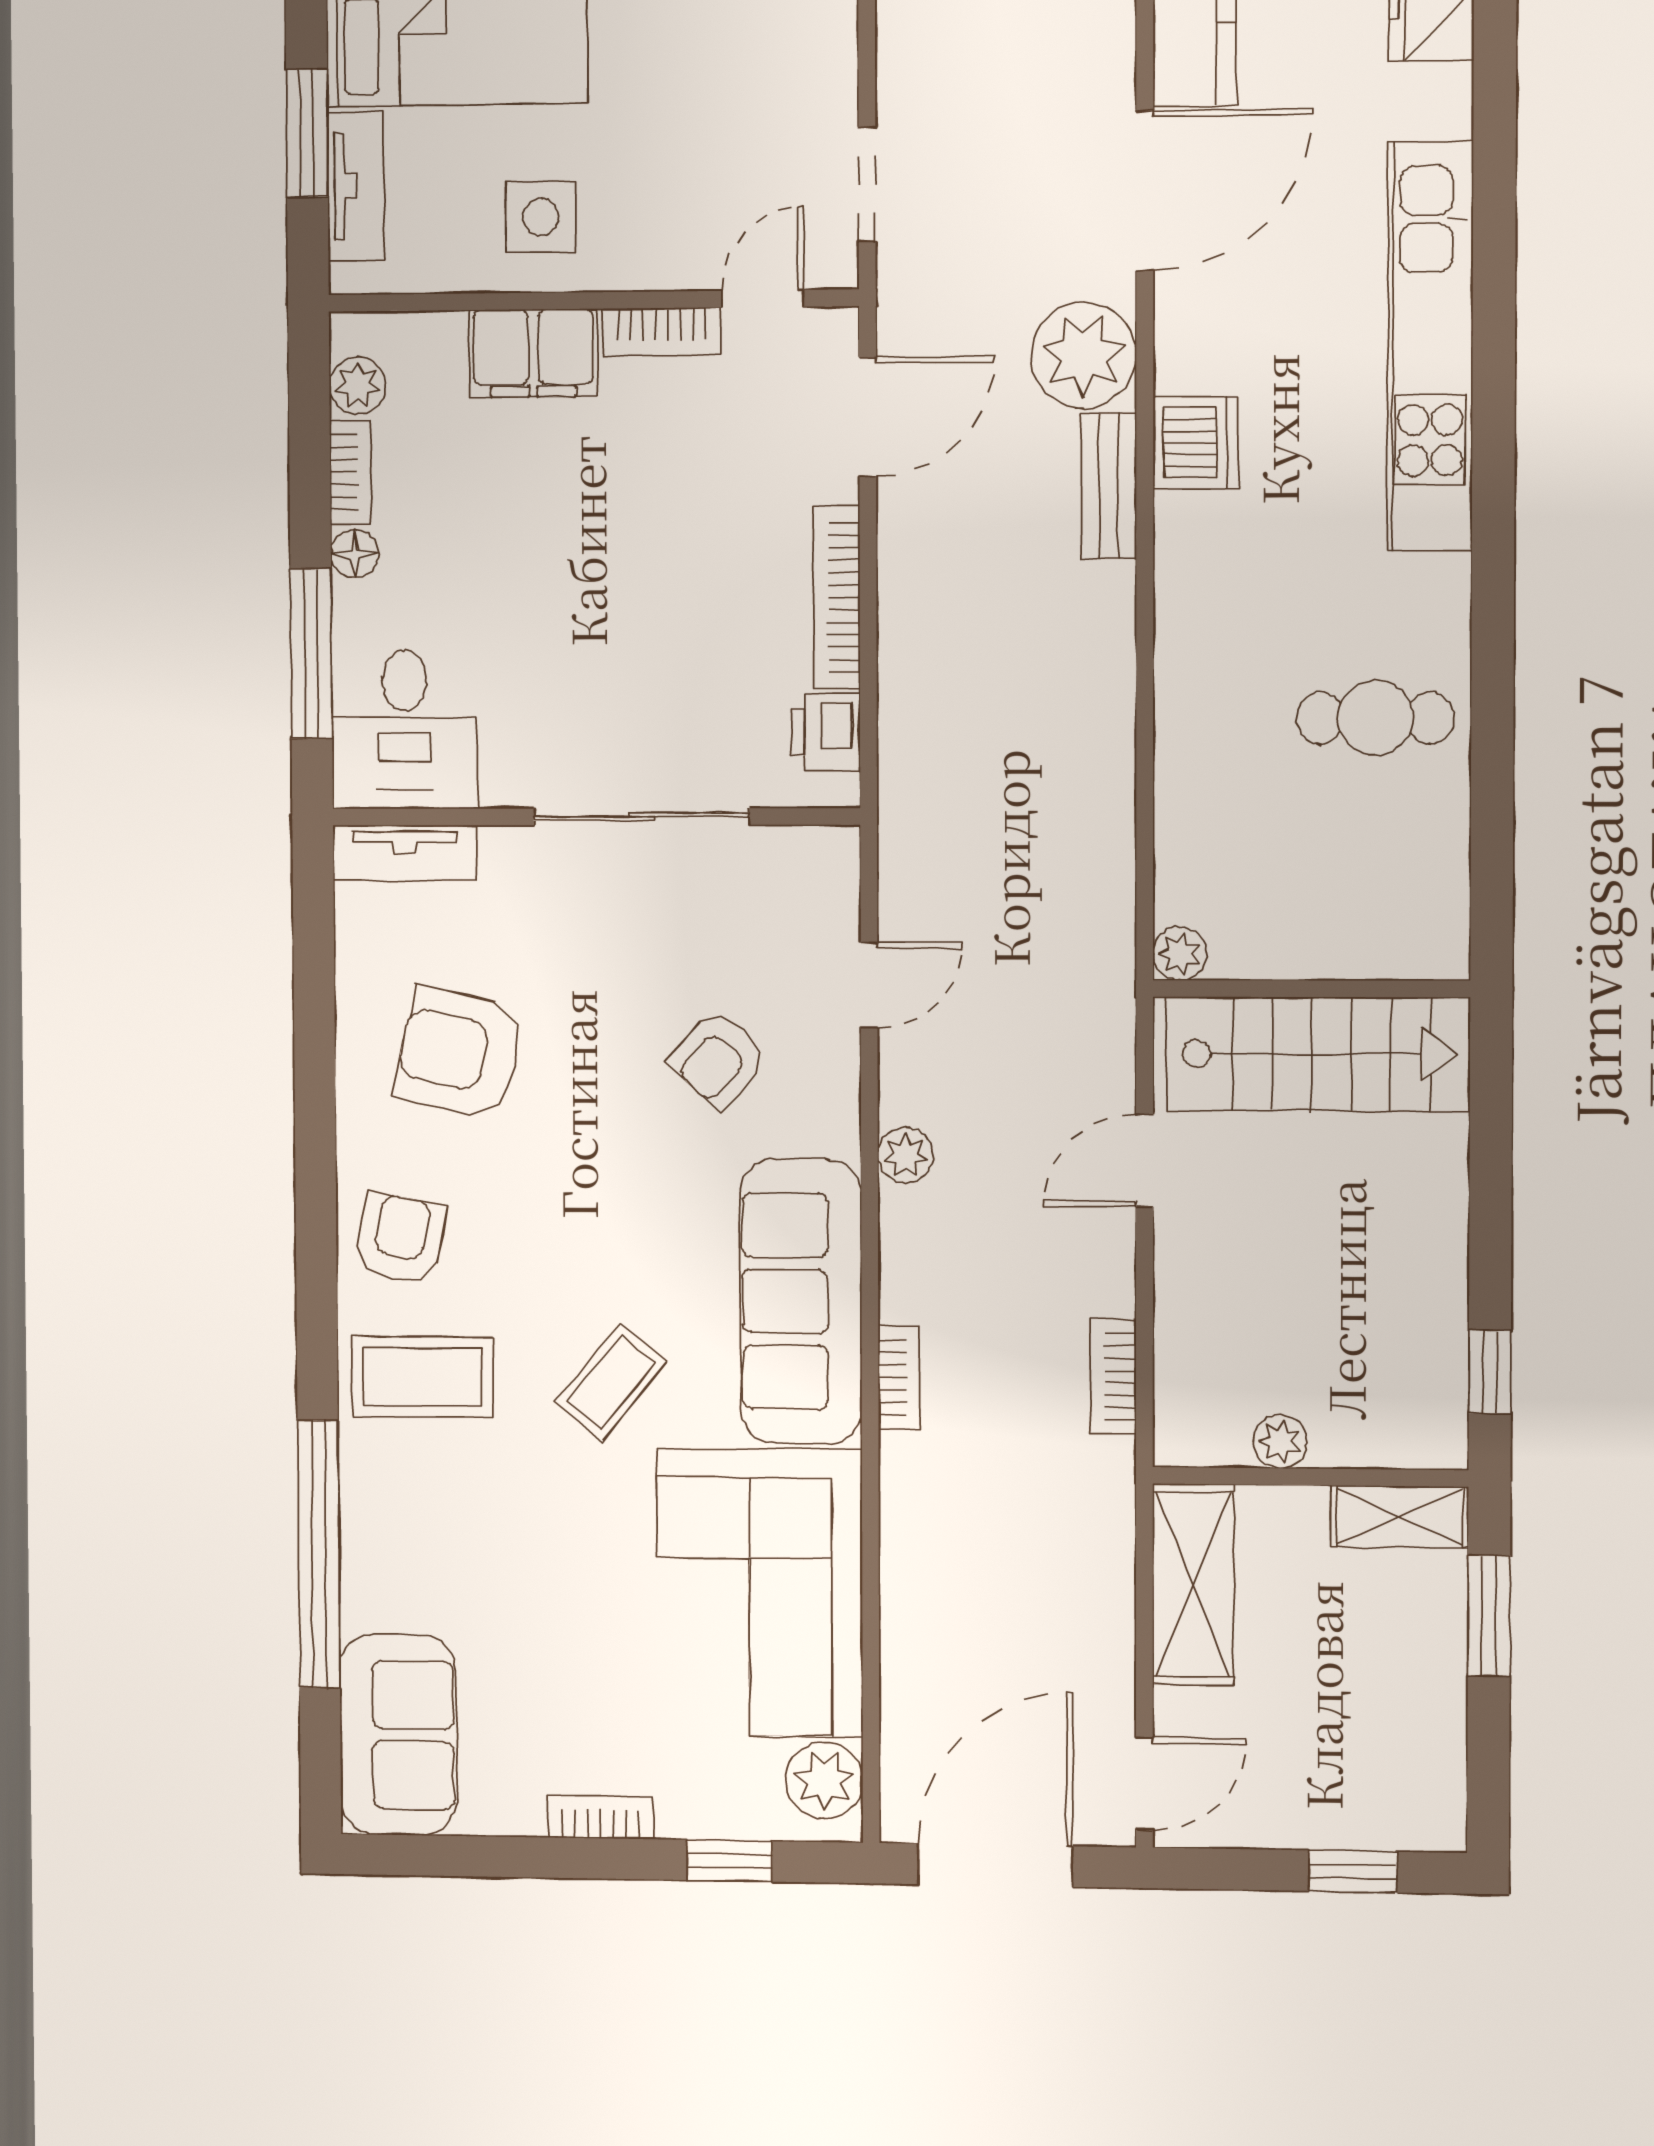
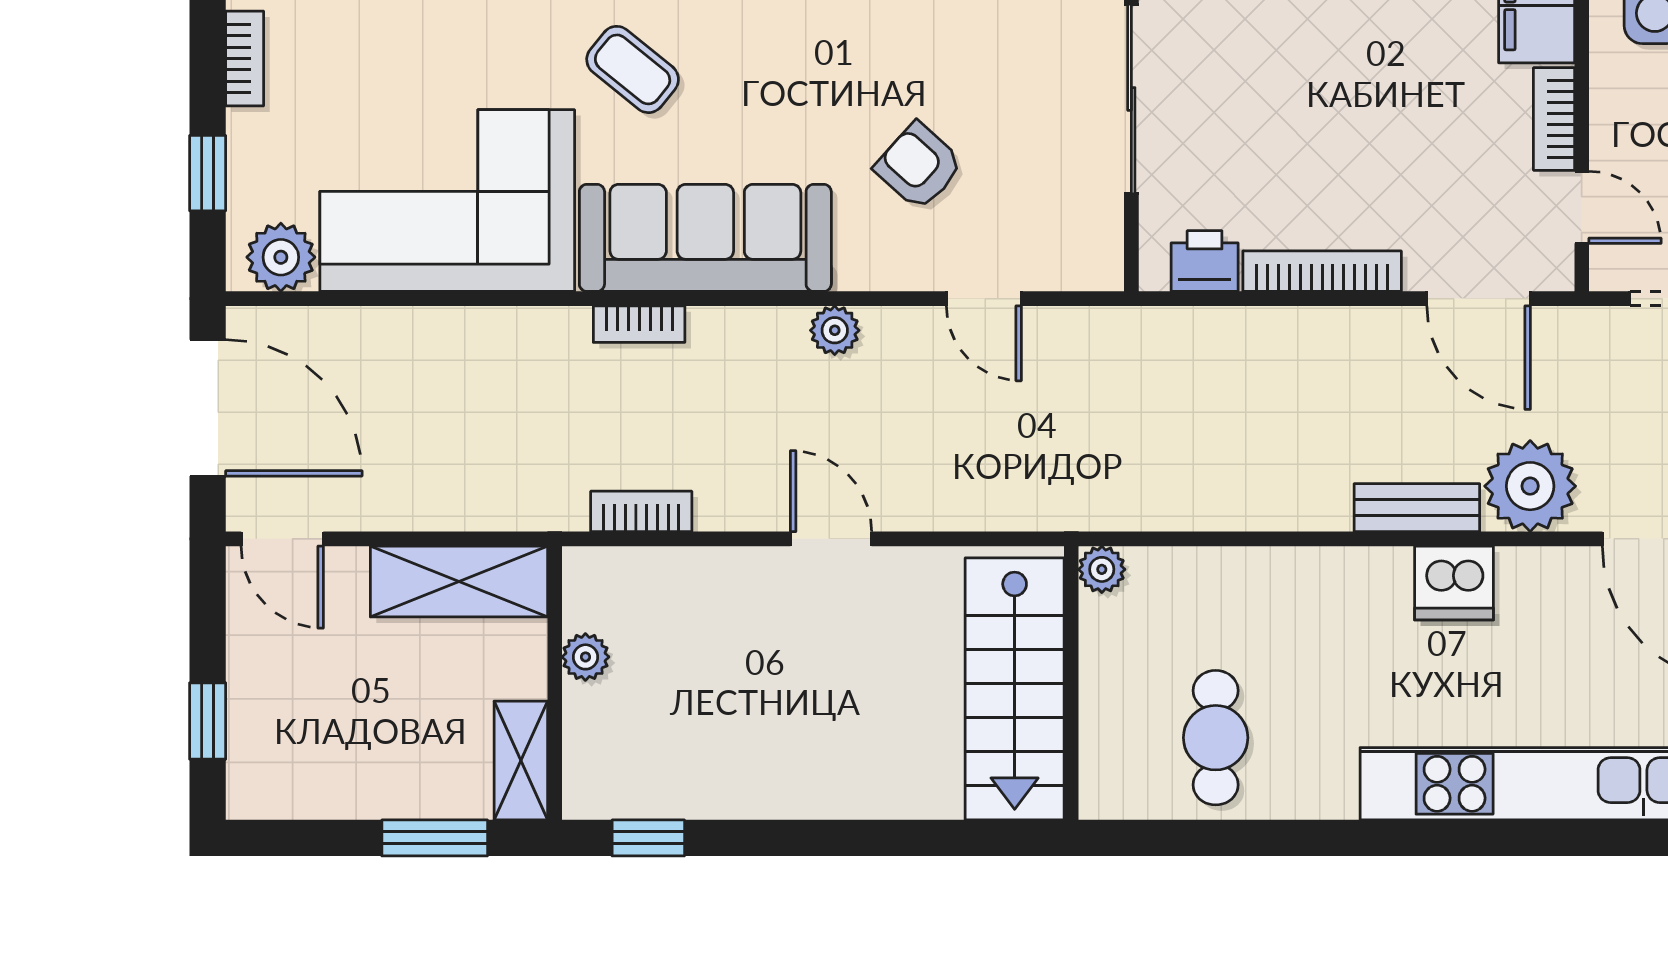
plant: (1180, 953) -> (1102, 569), moved
wall: (1311, 989) -> (1071, 683), moved
stairs: (1318, 1054) -> (1015, 689), moved

